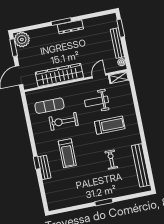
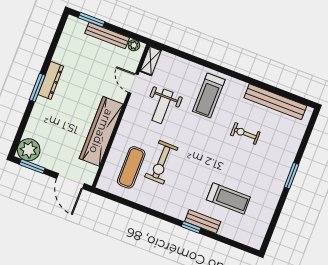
treadmill: (110, 125) -> (209, 96), moved, turned 180
treadmill: (67, 153) -> (228, 198), moved

